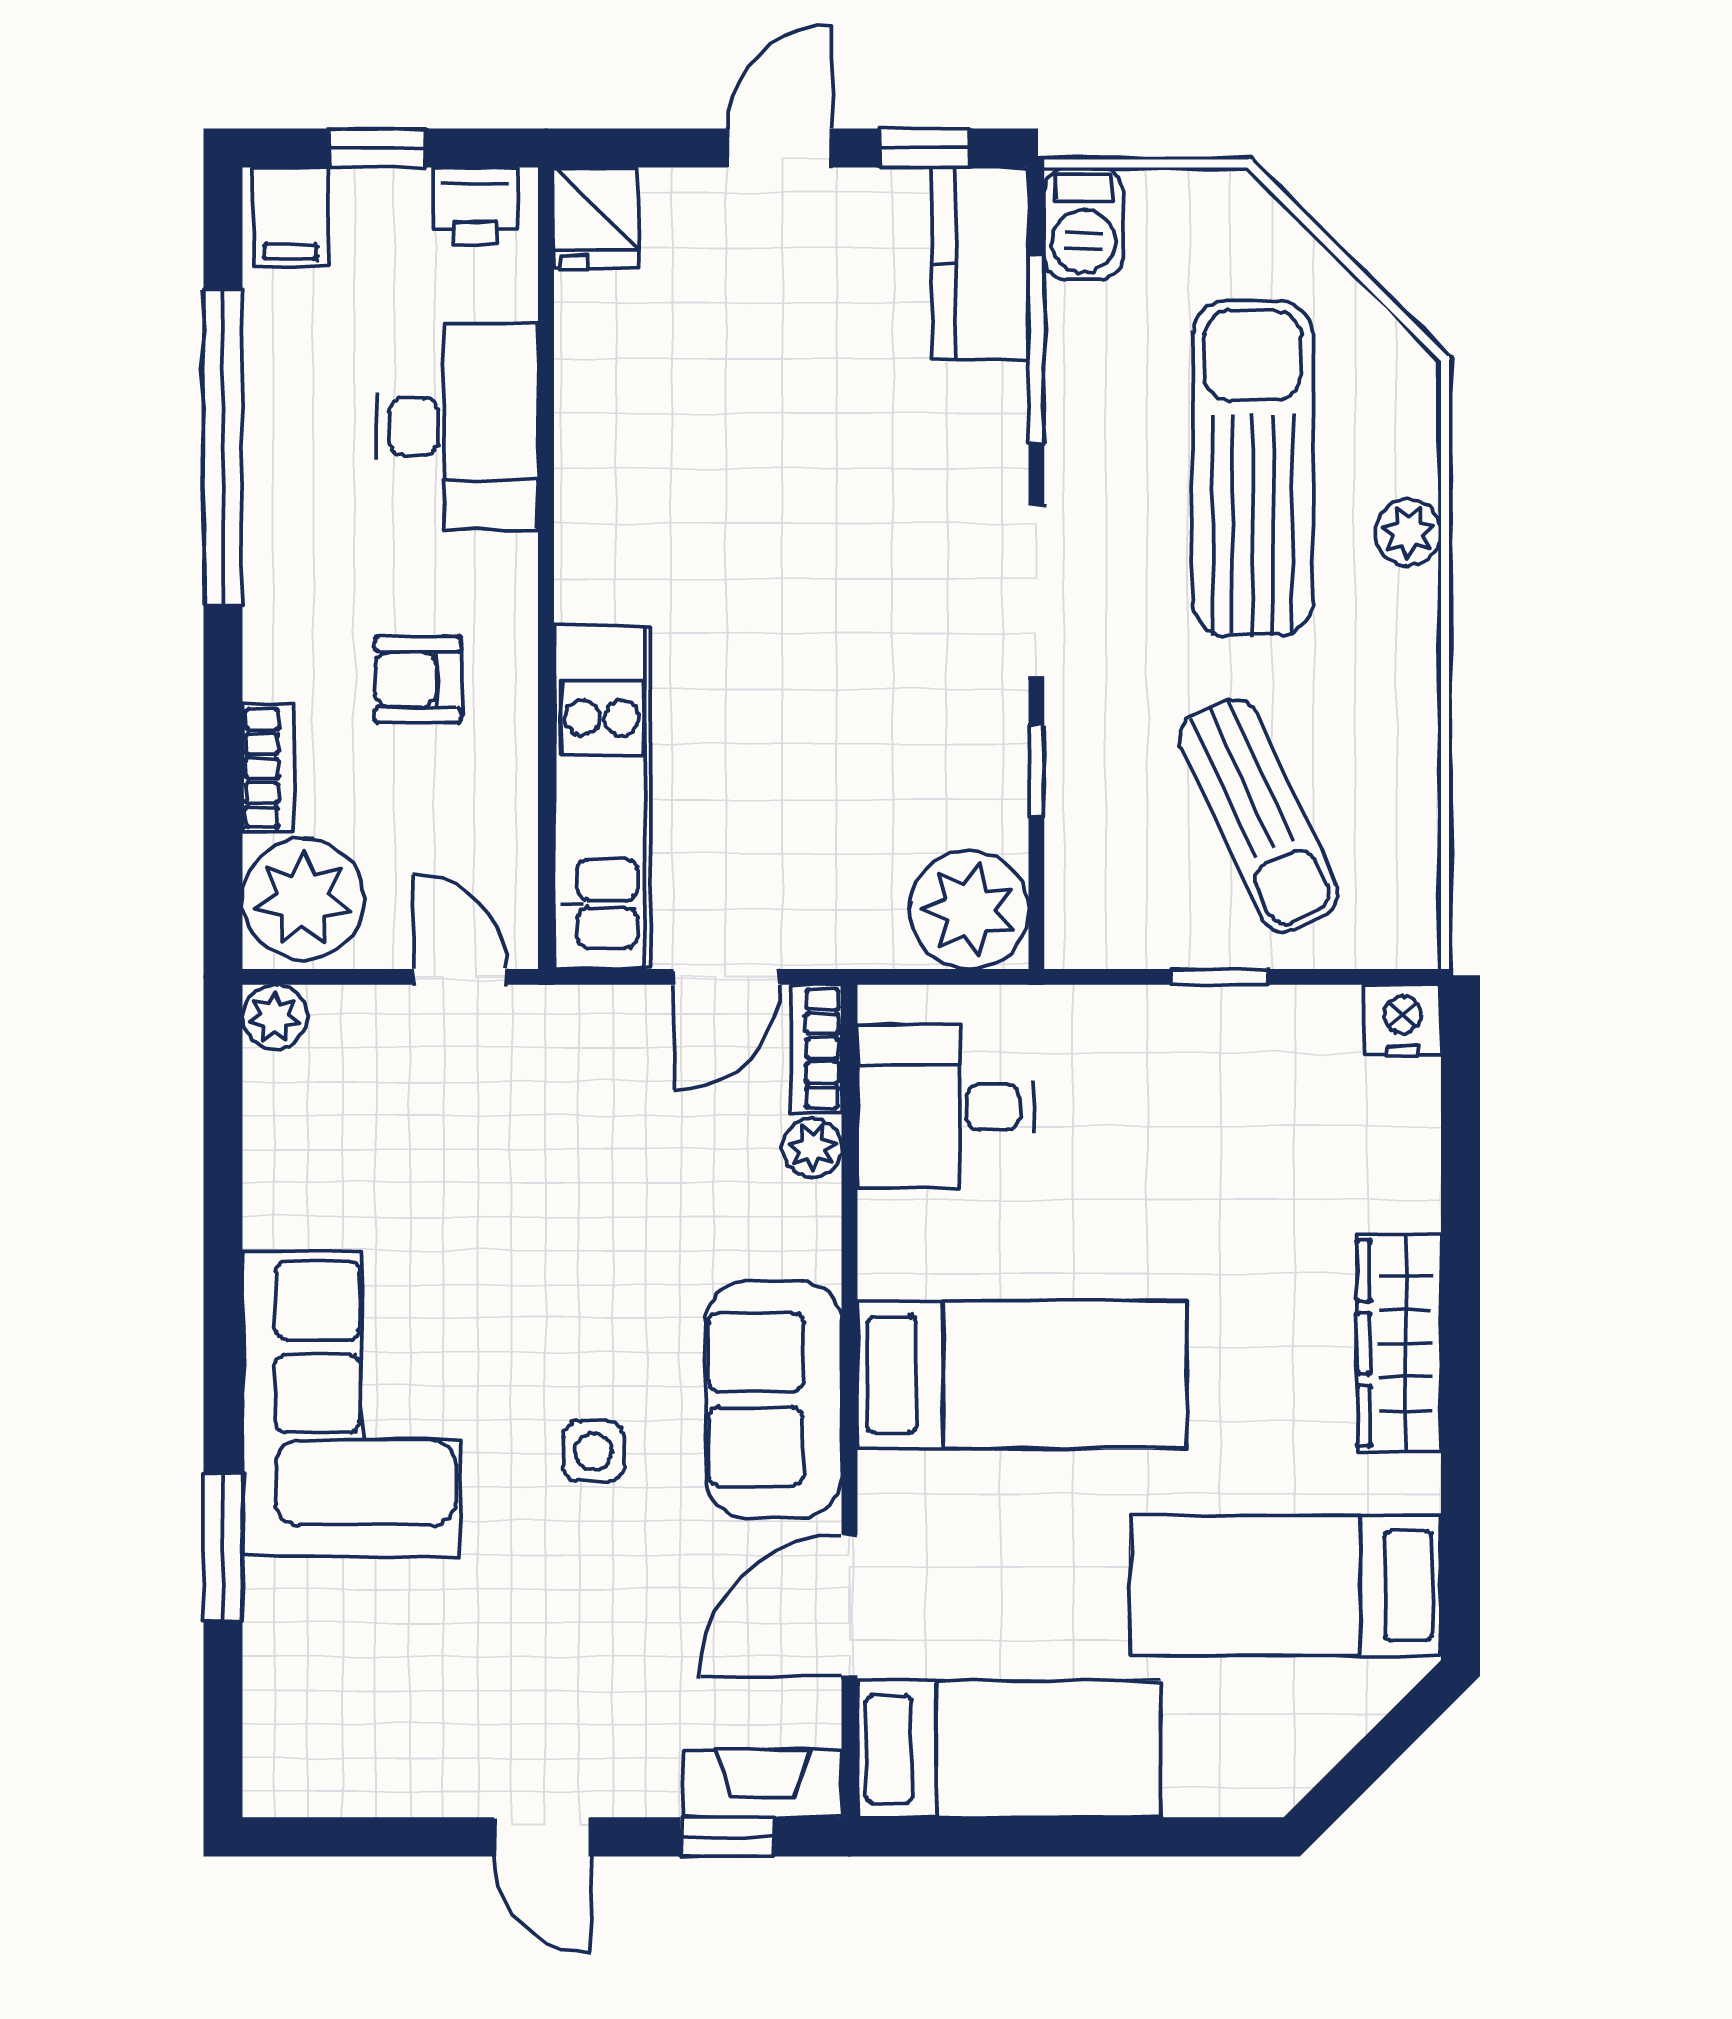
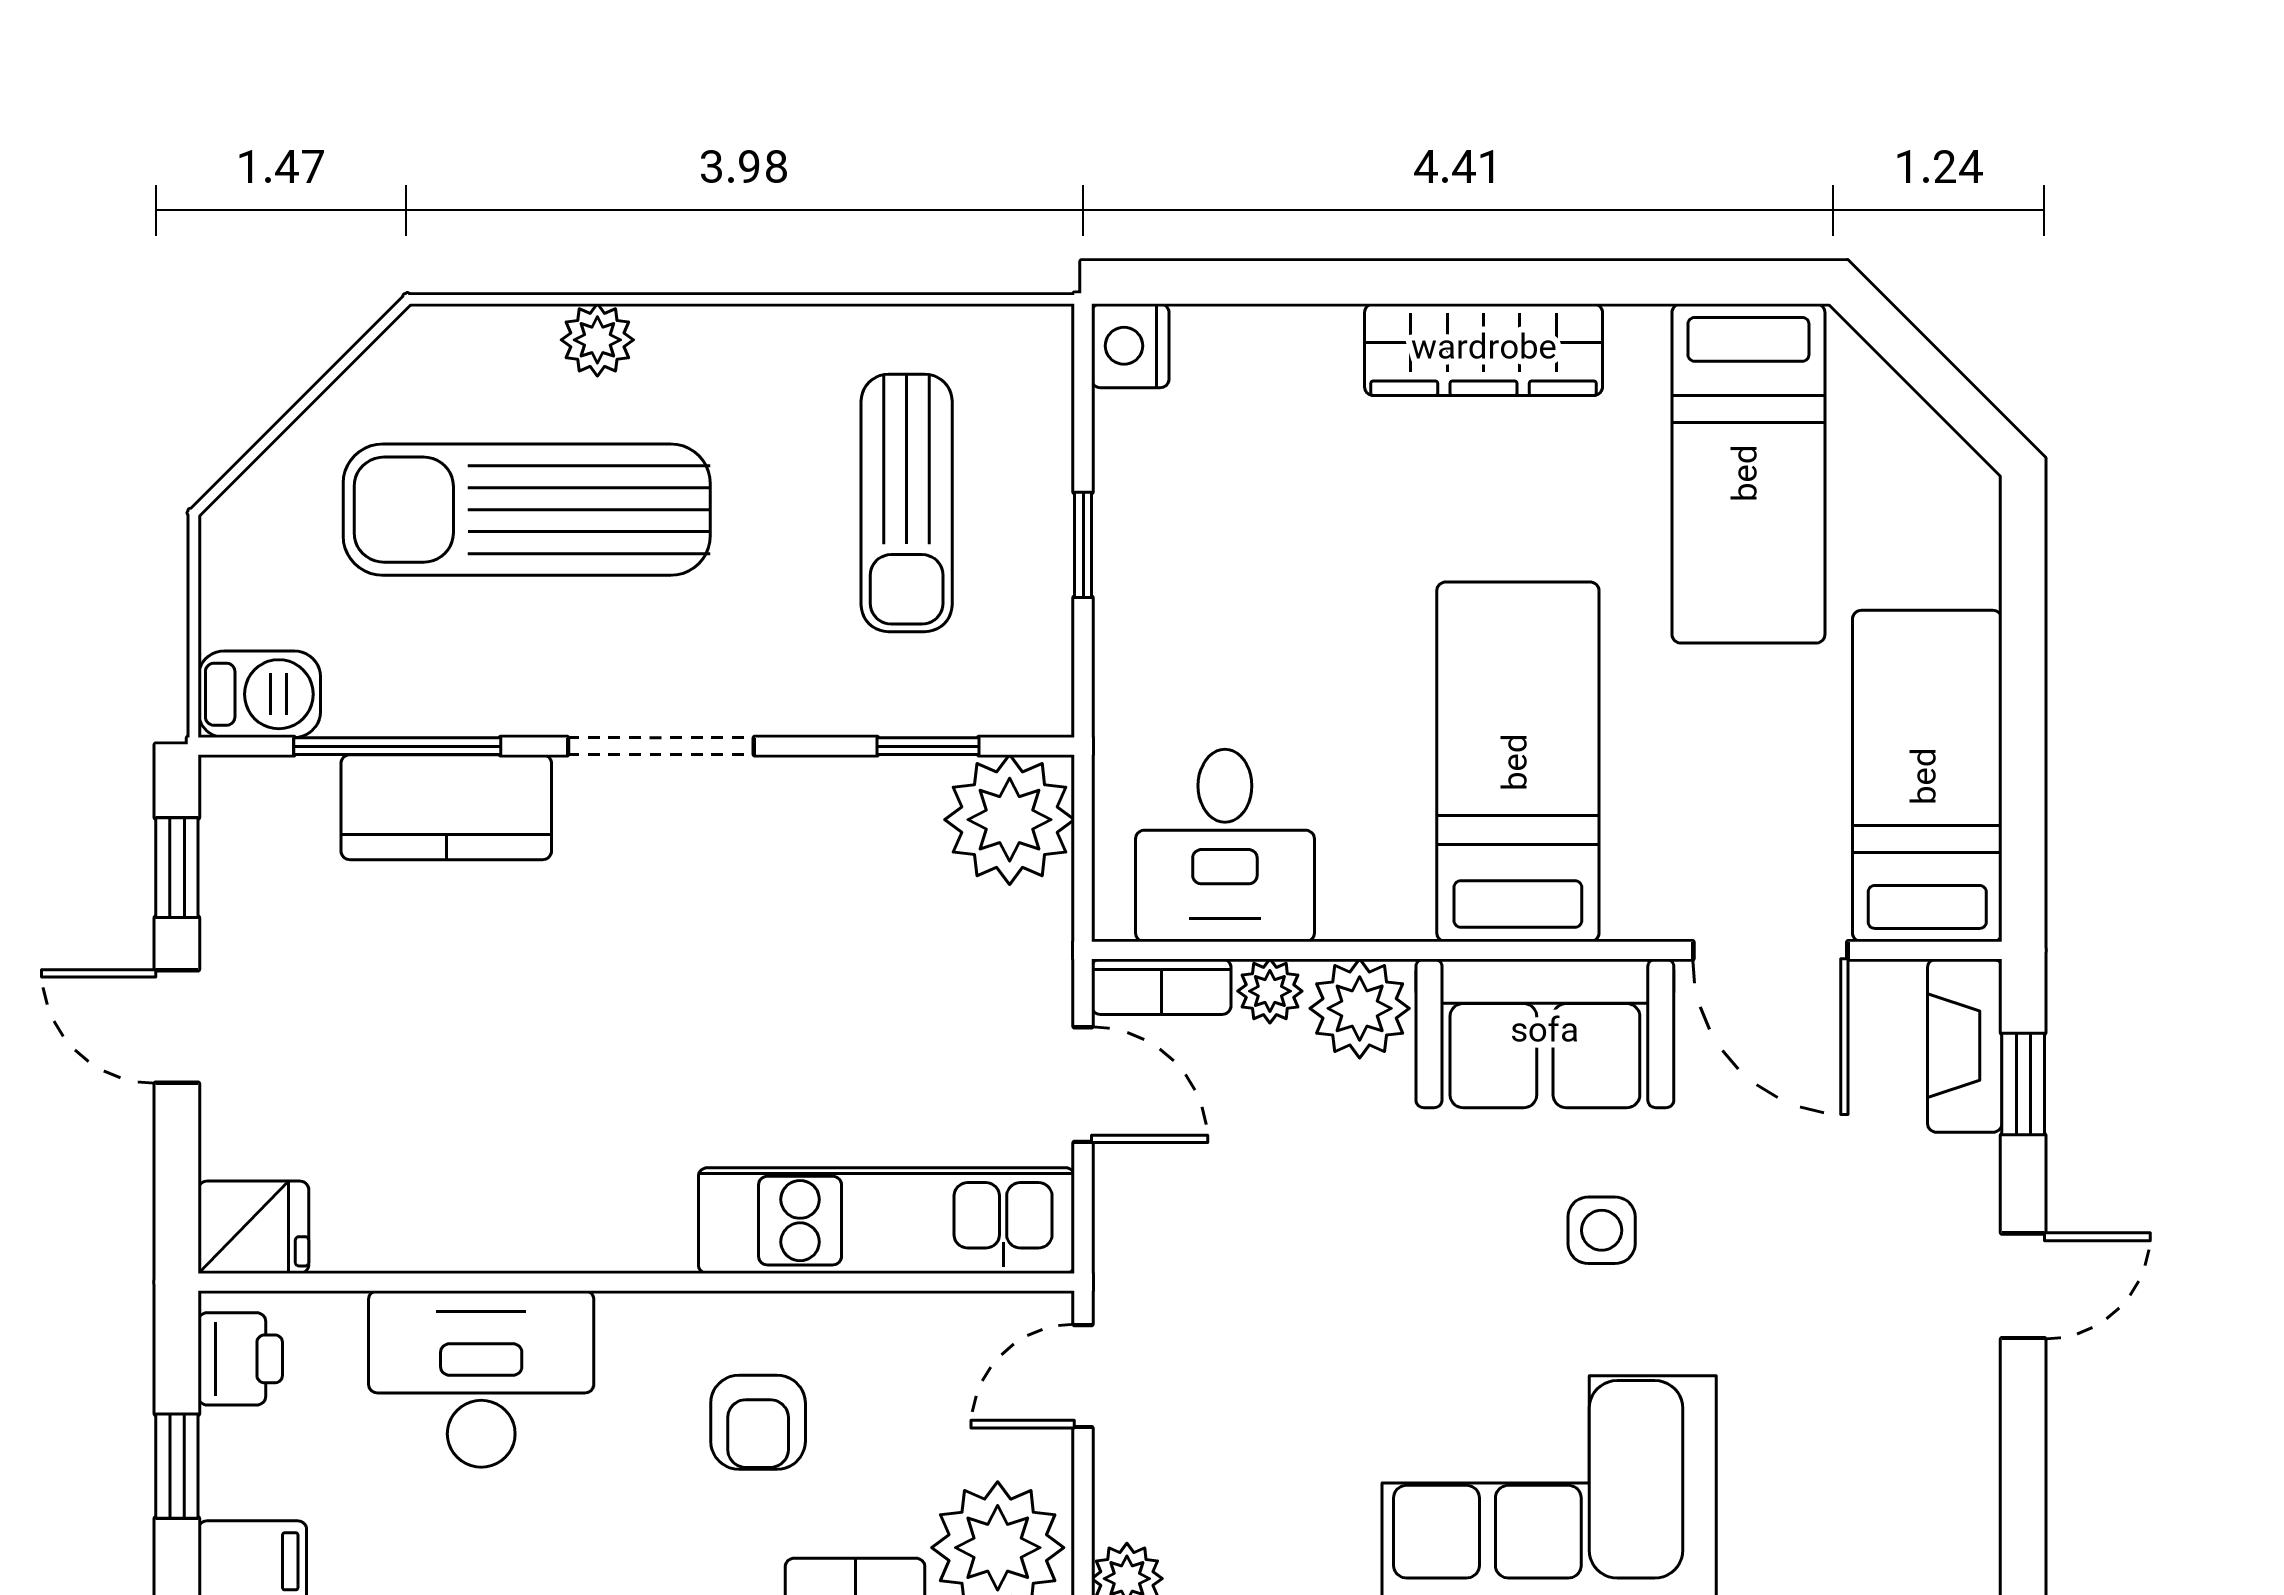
kitchen counter: (980, 264) -> (446, 807), moved
window: (1036, 771) -> (928, 746), moved
sun lounger: (1259, 815) -> (907, 503), turned 115
plant: (796, 1230) -> (1360, 1008), added

